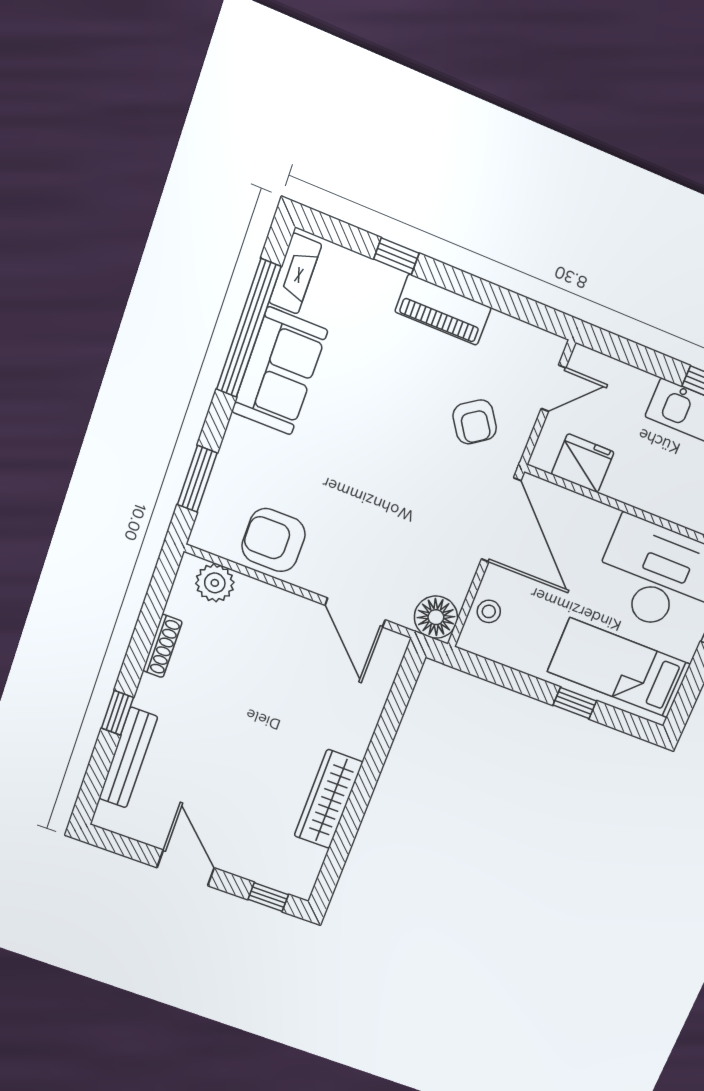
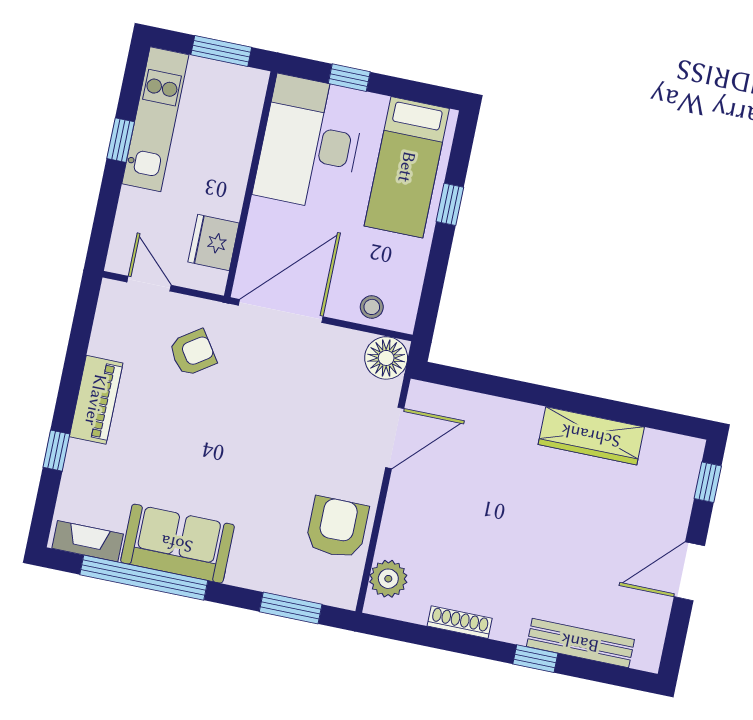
armchair: (273, 540) -> (337, 528), turned 180

